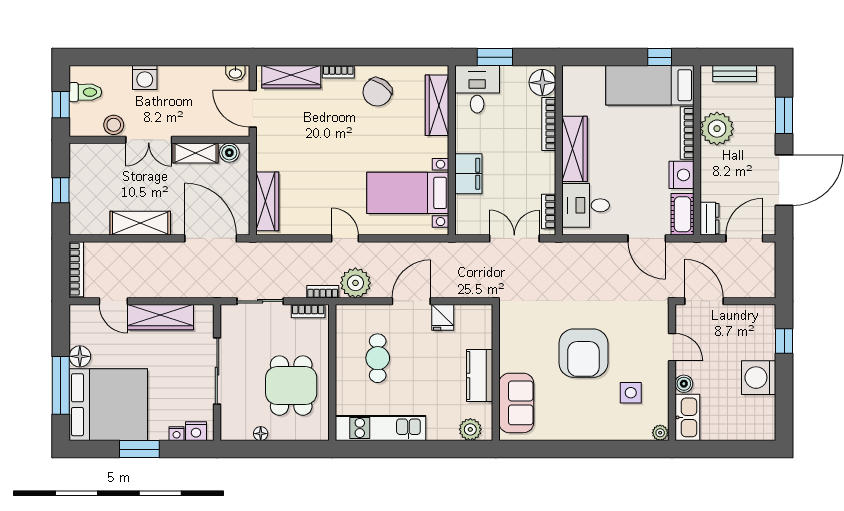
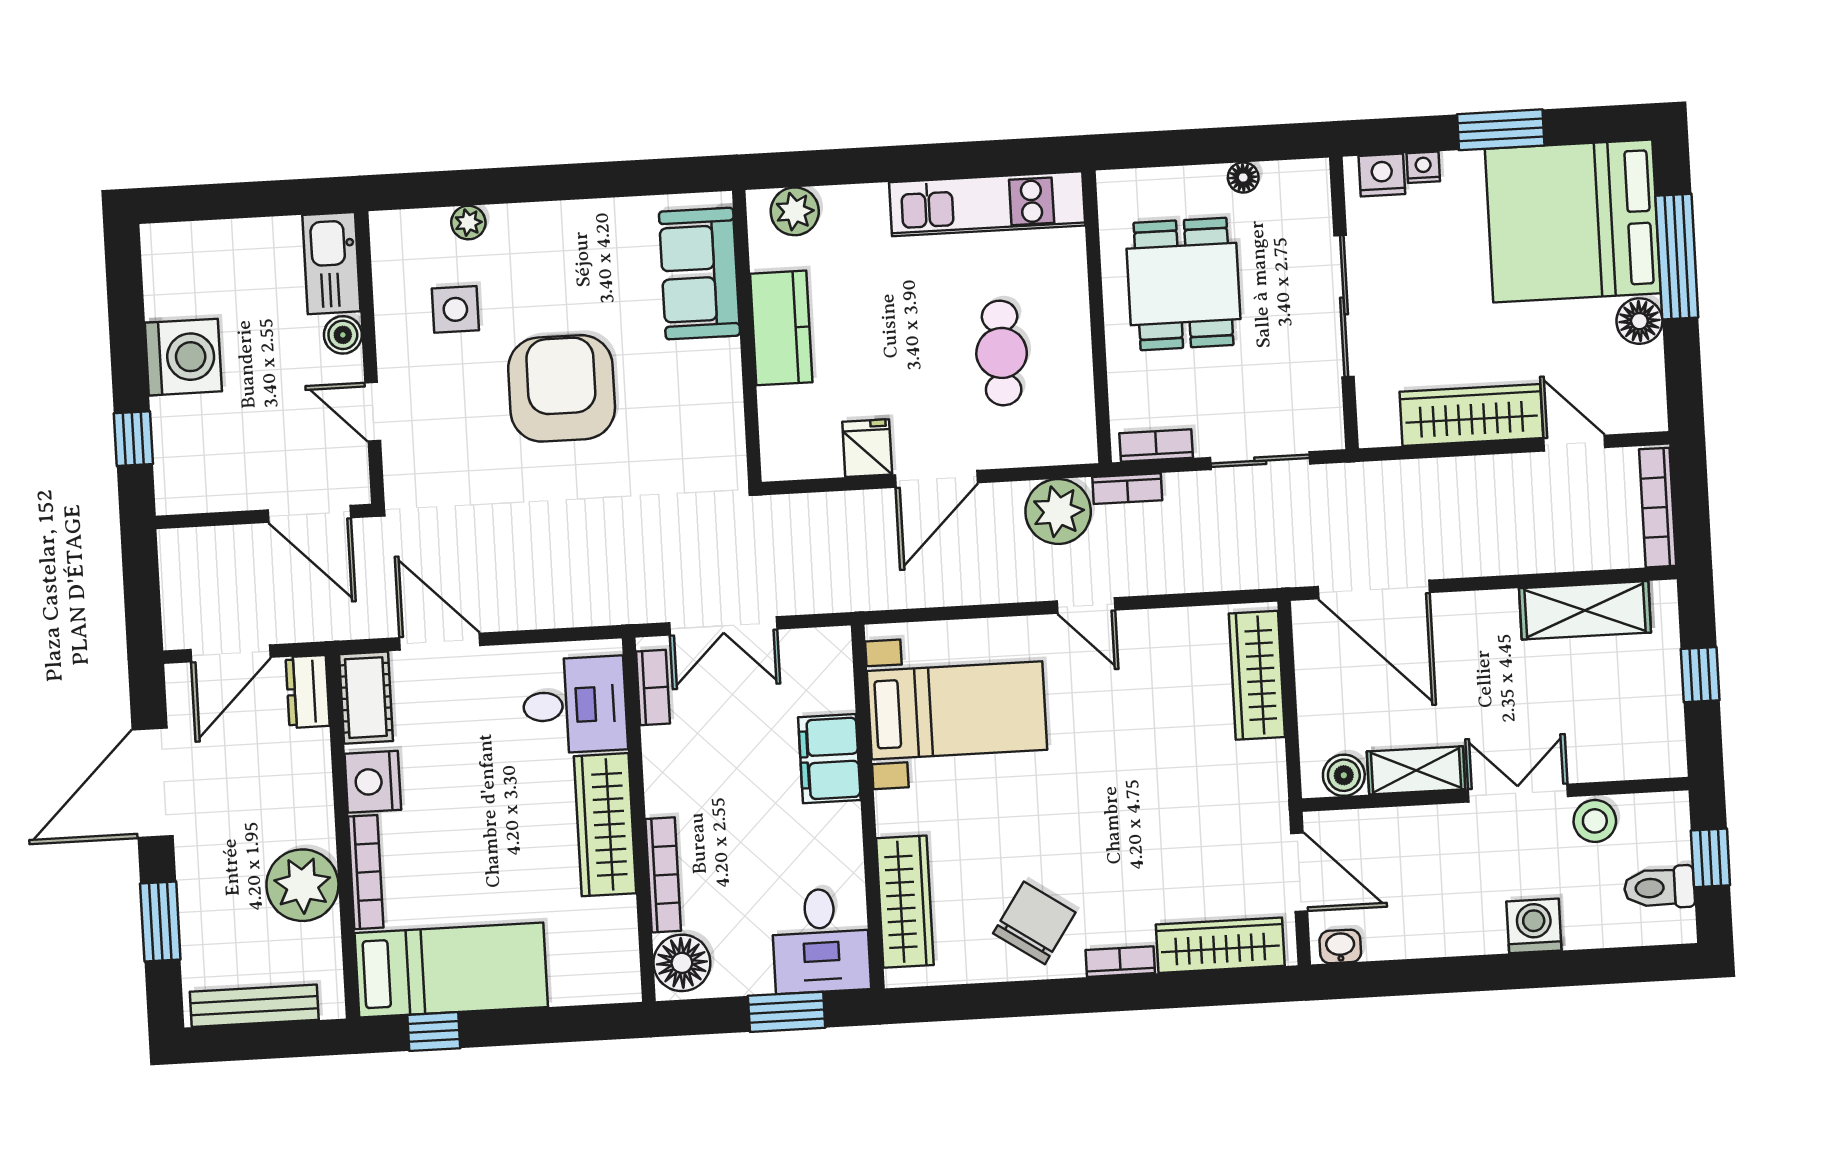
bench: (735, 74) -> (254, 1006), width x1.36
shelving: (140, 223) -> (1585, 610), moved
plant: (660, 433) -> (468, 223), moved

